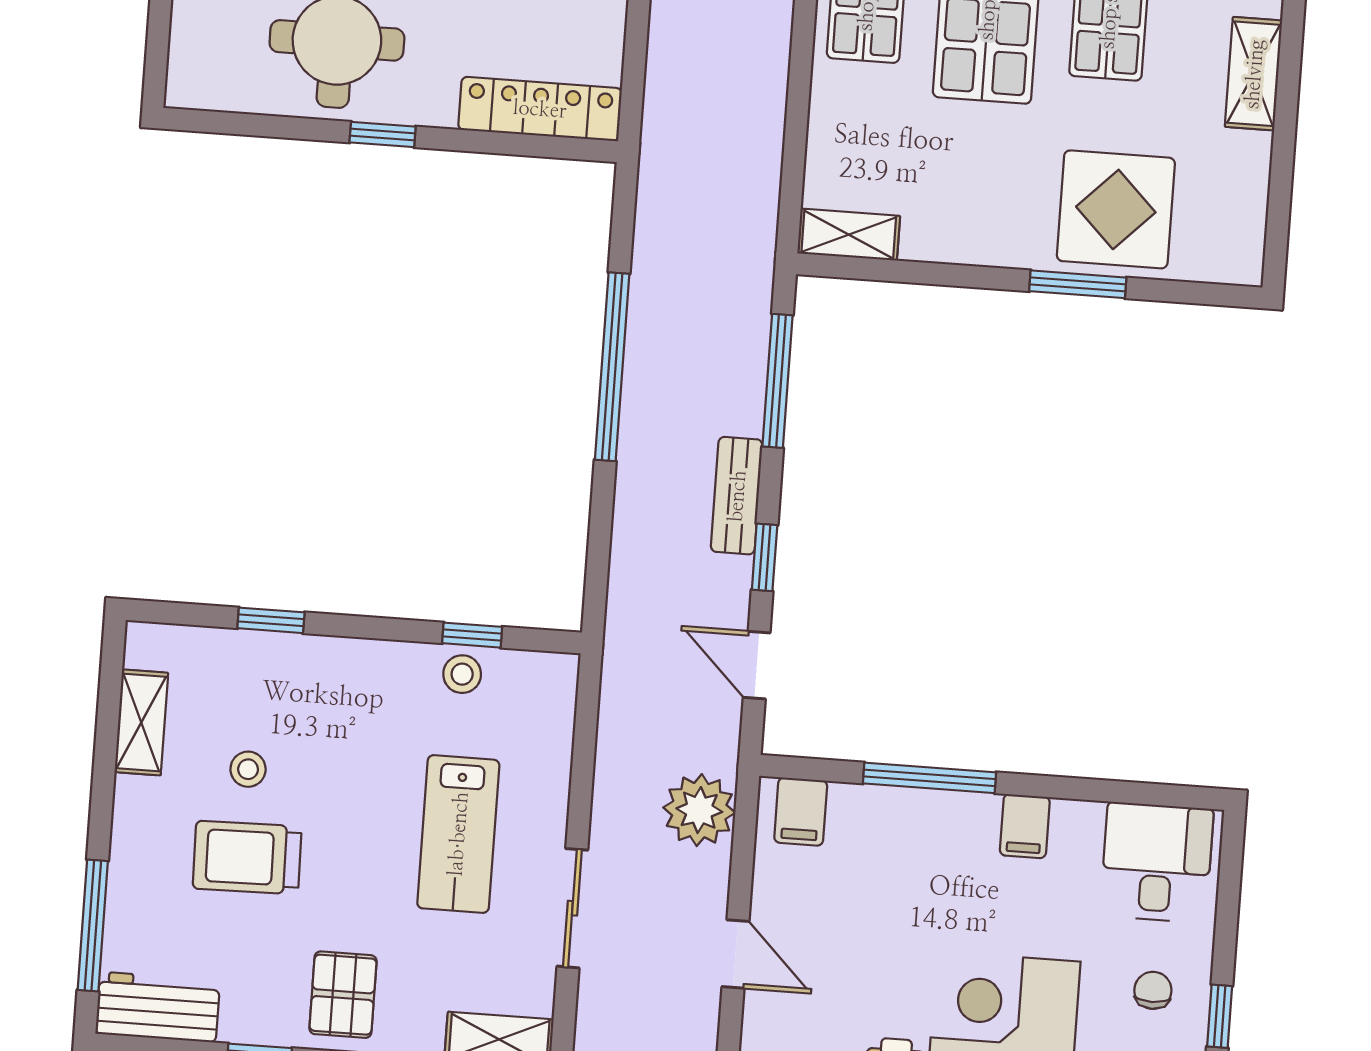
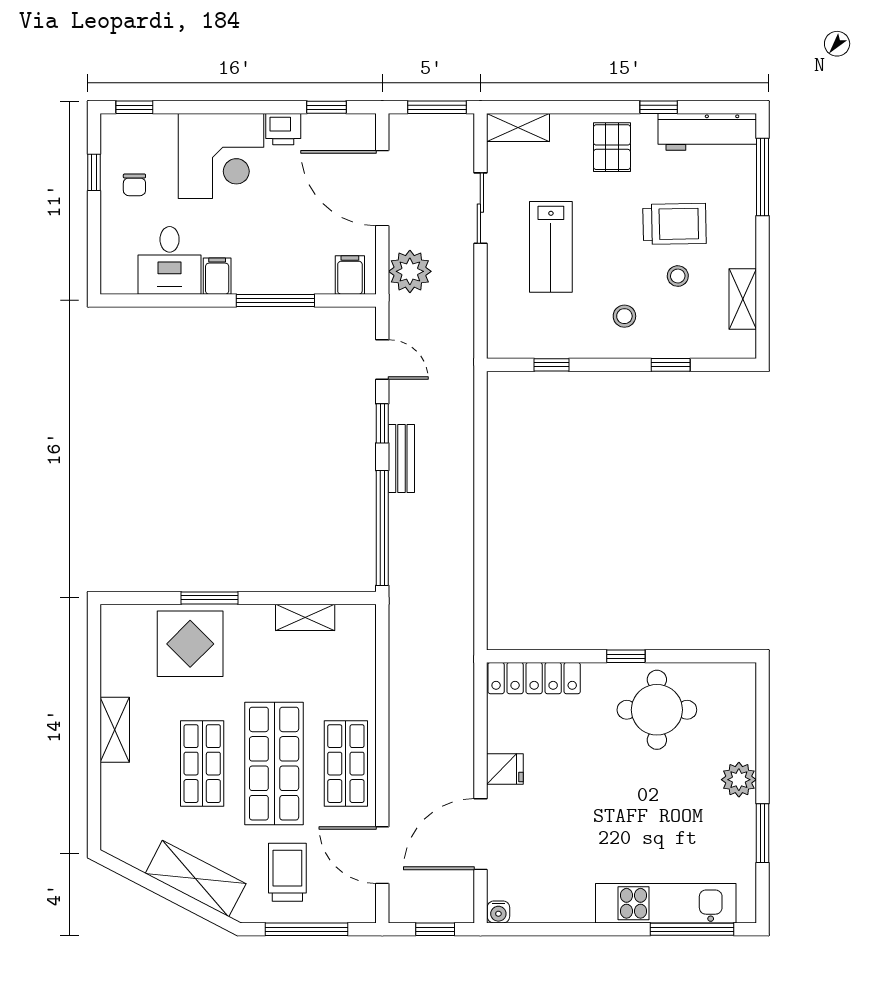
shelving: (849, 235) -> (305, 617), moved
window: (612, 367) -> (480, 529), removed
window: (778, 381) -> (382, 528), width x1.46
stool: (462, 674) -> (624, 316), moved
lab bench: (458, 834) -> (551, 247), turned 180
desk: (1157, 862) -> (170, 260), moved
door: (735, 954) -> (382, 188), width x1.88
workbench: (158, 1007) -> (707, 132), width x1.38

